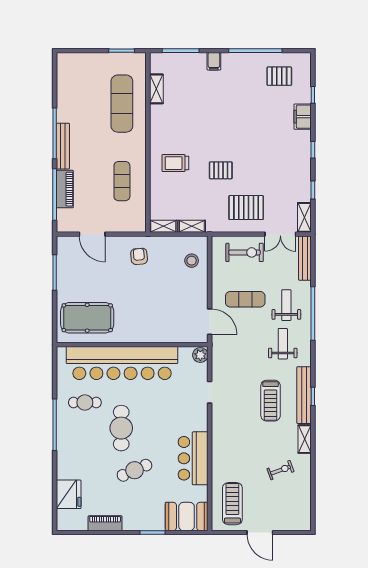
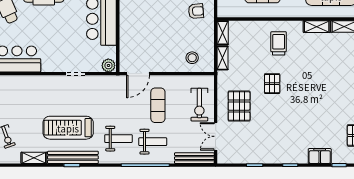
shelving: (304, 217) -> (317, 27), moved
treadmill: (271, 401) -> (68, 128), width x1.37, depth x1.38

